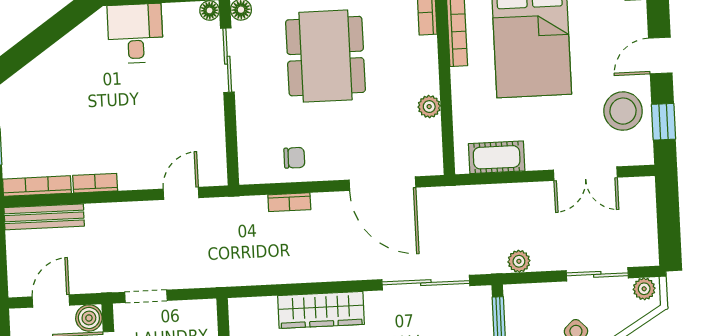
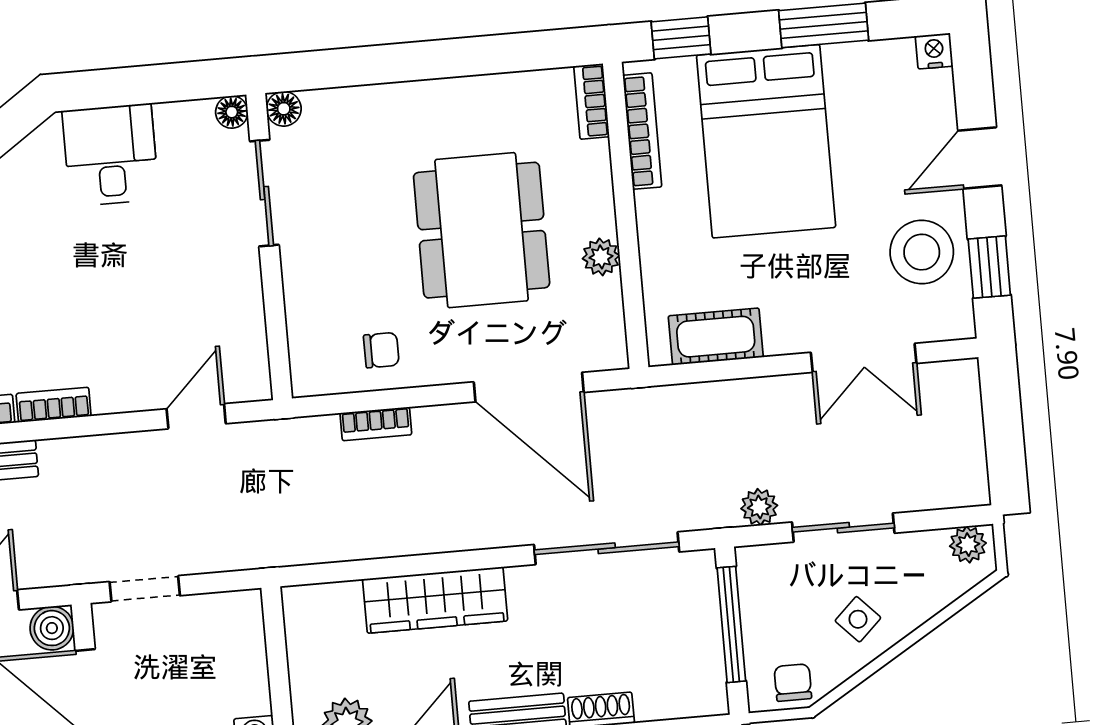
dining table: (325, 56) -> (482, 230), moved
sliding door: (597, 274) -> (843, 528), moved

